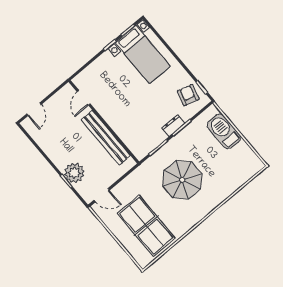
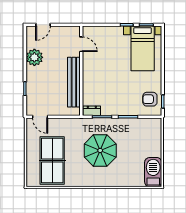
armchair: (188, 95) -> (150, 99), turned -106
door: (84, 98) -> (81, 44), swing flipped
dresser: (173, 126) -> (92, 111), moved
barbecue: (224, 131) -> (153, 172), moved
plant: (74, 173) -> (34, 57), moved

